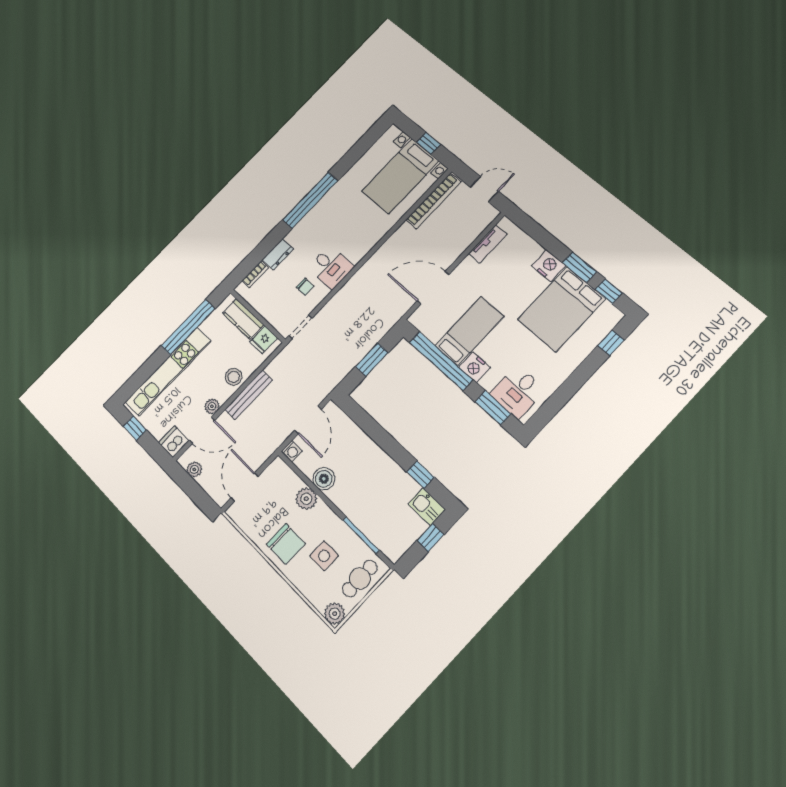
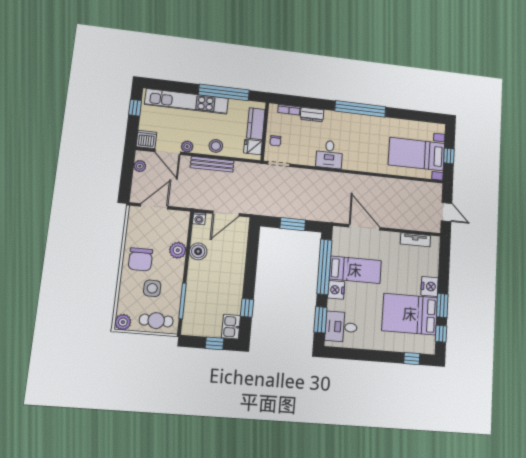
bookcase: (433, 201) -> (417, 186), removed
chair: (305, 287) -> (275, 141), moved

